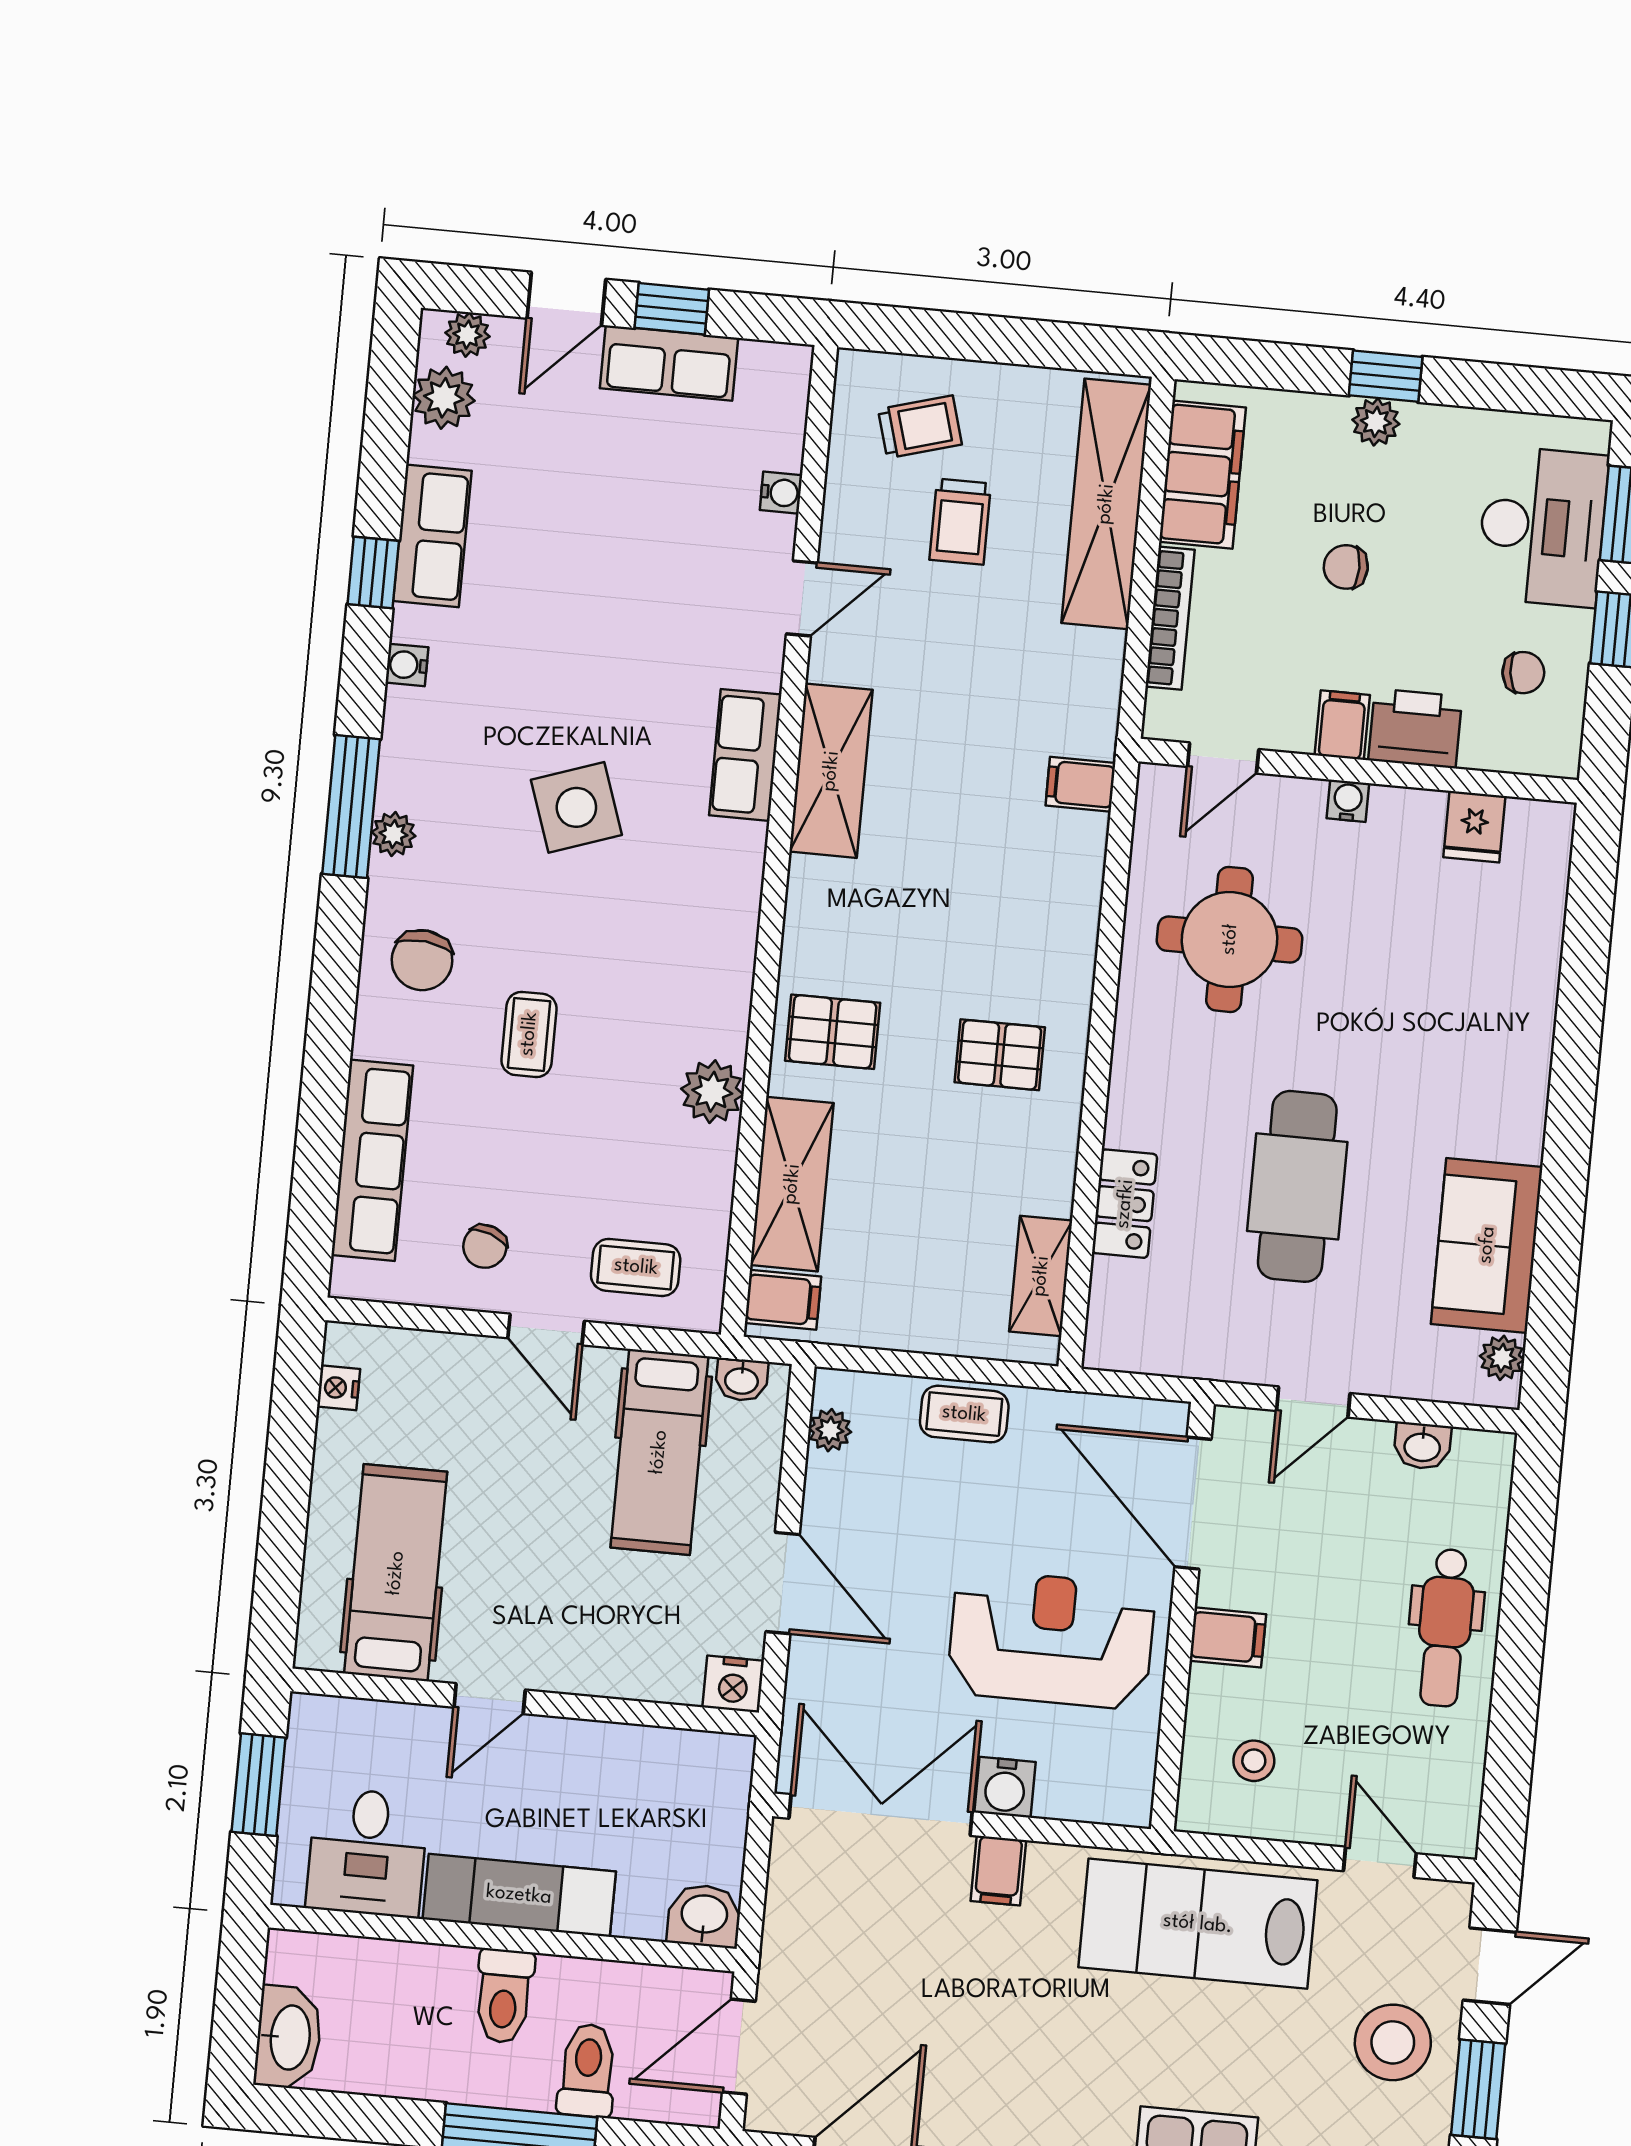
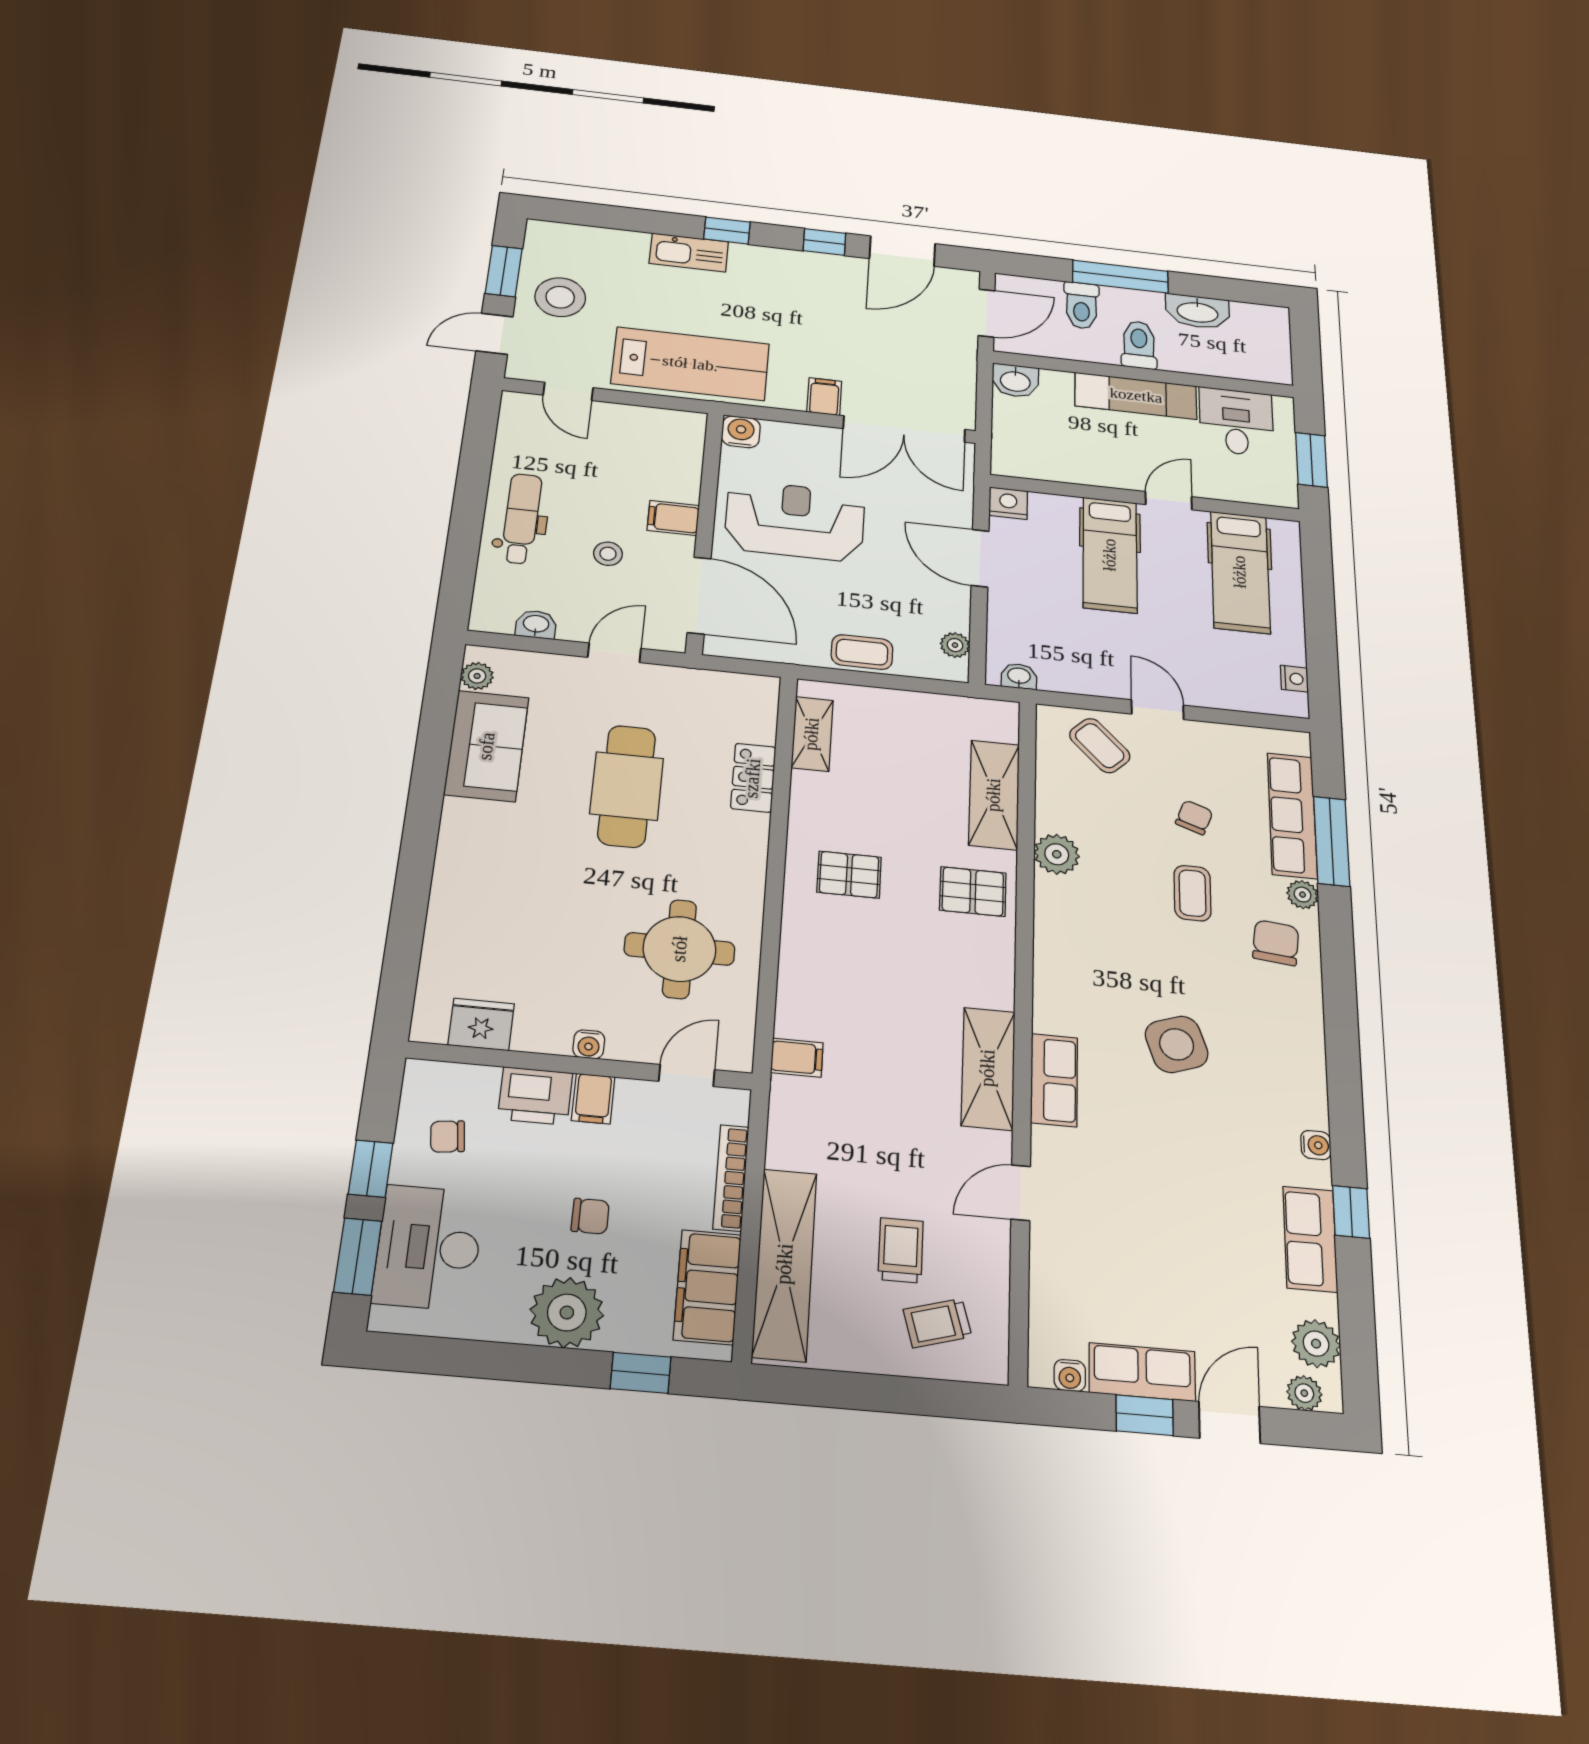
window: (1386, 376) -> (641, 1373), moved
plant: (1376, 422) -> (567, 1313), width x1.87, depth x1.87
water cooler: (781, 493) -> (1070, 1375), moved, turned -90
window: (351, 807) -> (1332, 841), moved
fridge: (1474, 827) -> (481, 1024), width x1.38
plant: (394, 834) -> (1303, 895), moved
chair: (485, 1246) -> (1194, 817), moved
coffee table: (636, 1267) -> (1100, 746), turned 46
filing cabinet: (783, 1300) -> (994, 724), removed
hospital bed: (659, 1452) -> (1110, 555), moved, turned 180
reception desk: (1051, 1640) -> (795, 521), turned 180
stool: (1254, 1761) -> (608, 554), moved
water cooler: (1005, 1787) -> (741, 432), moved
washbasin: (288, 2037) -> (1197, 312), moved, turned -90

